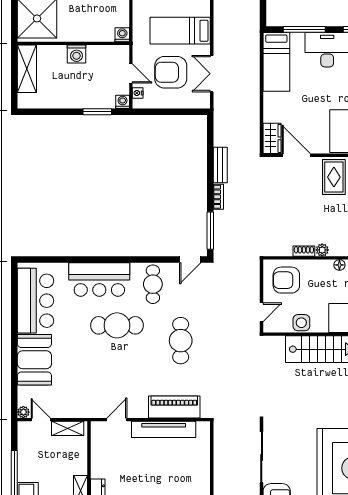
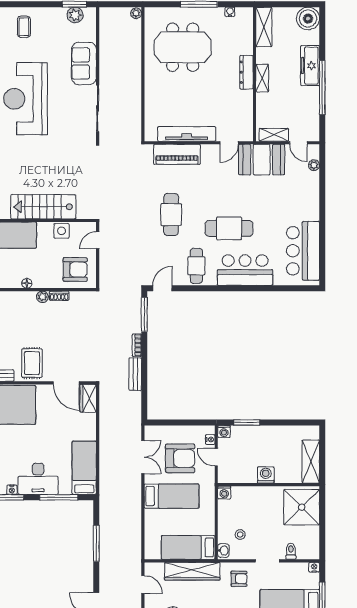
booth: (34, 360) -> (262, 160), moved, turned 90
plant: (23, 412) -> (314, 165), moved

